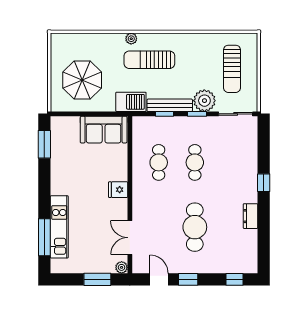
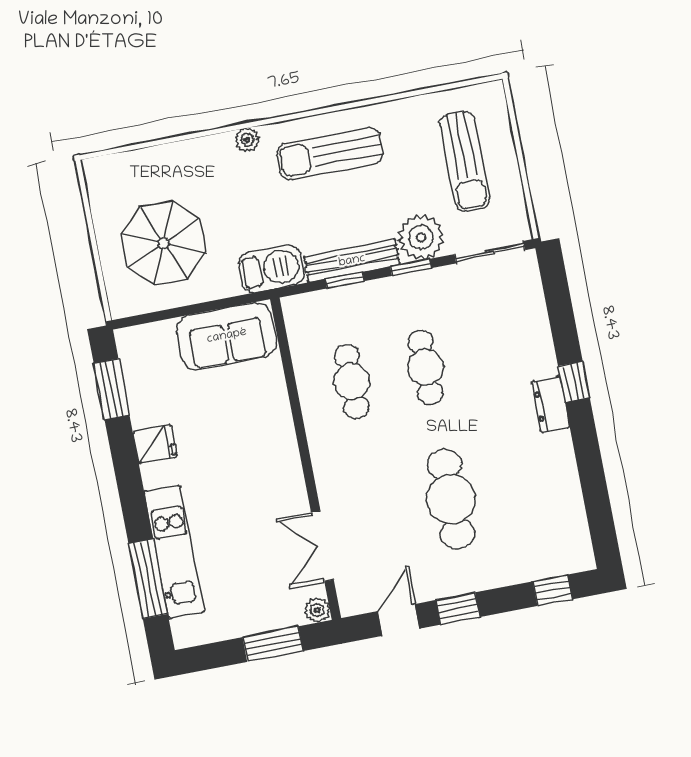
sun lounger: (149, 60) -> (330, 154), moved
fridge: (118, 190) -> (155, 444), moved, turned 180
dresser: (250, 216) -> (551, 405), moved
door: (159, 279) -> (398, 620), hinge flipped

